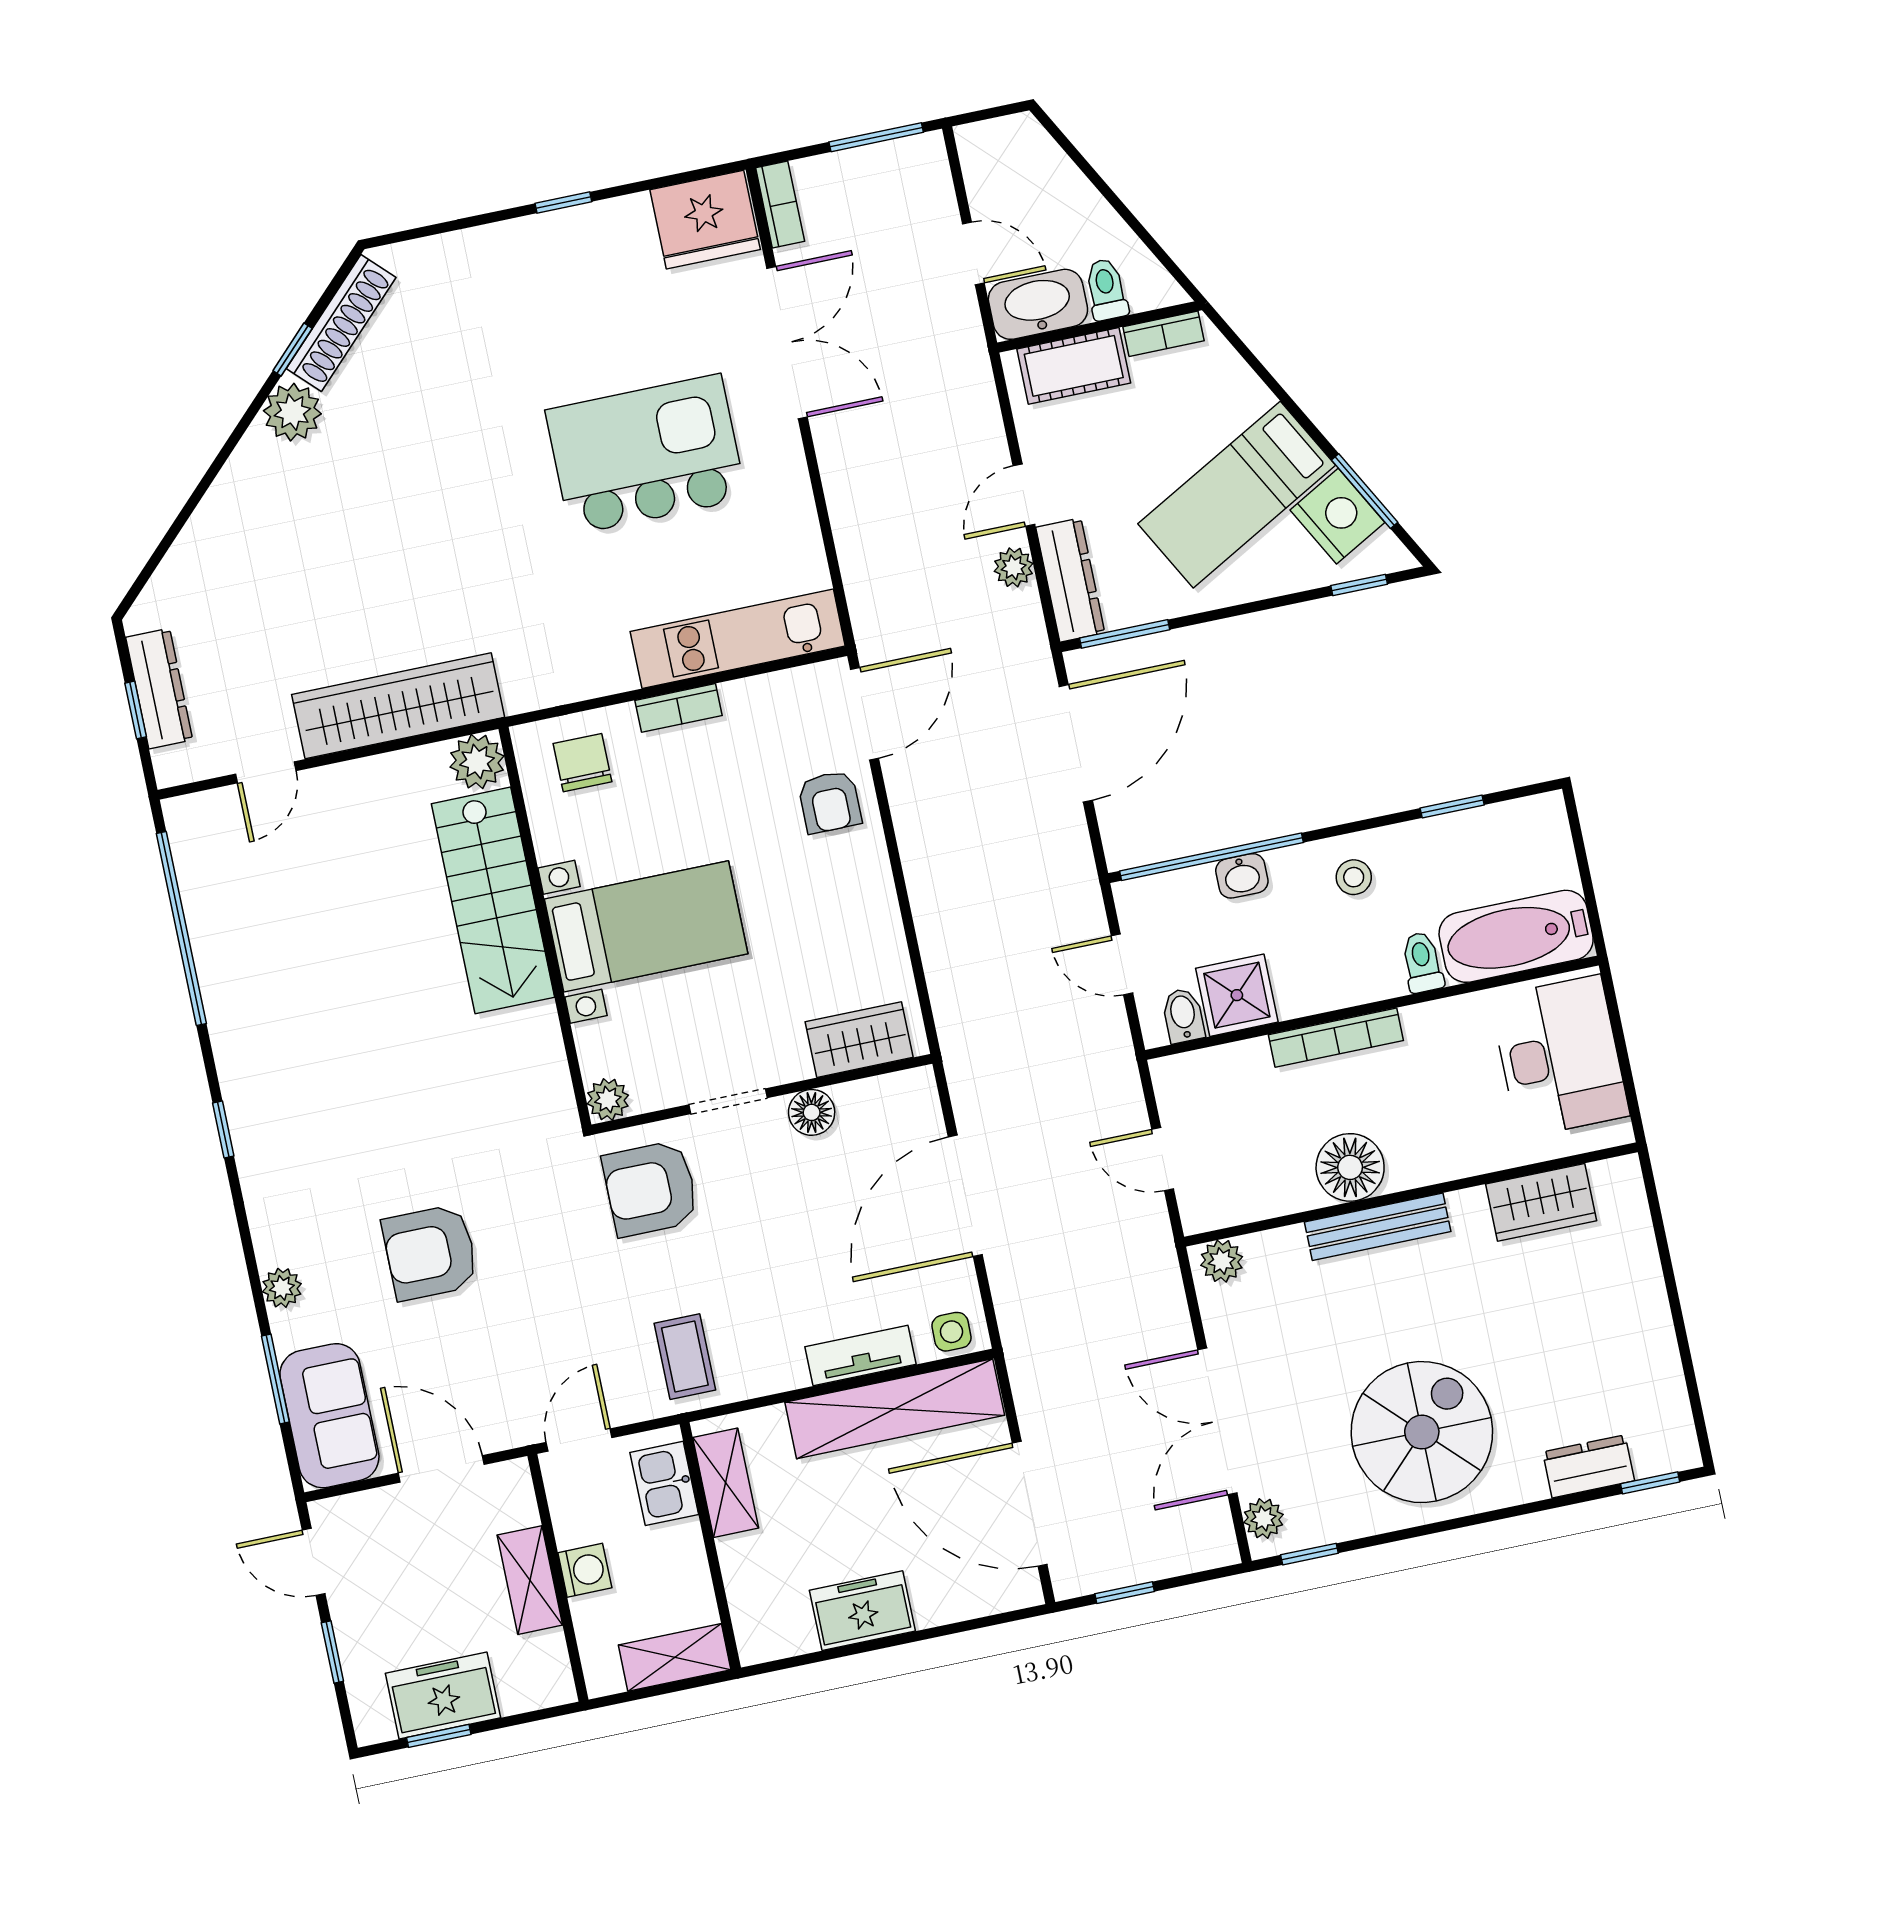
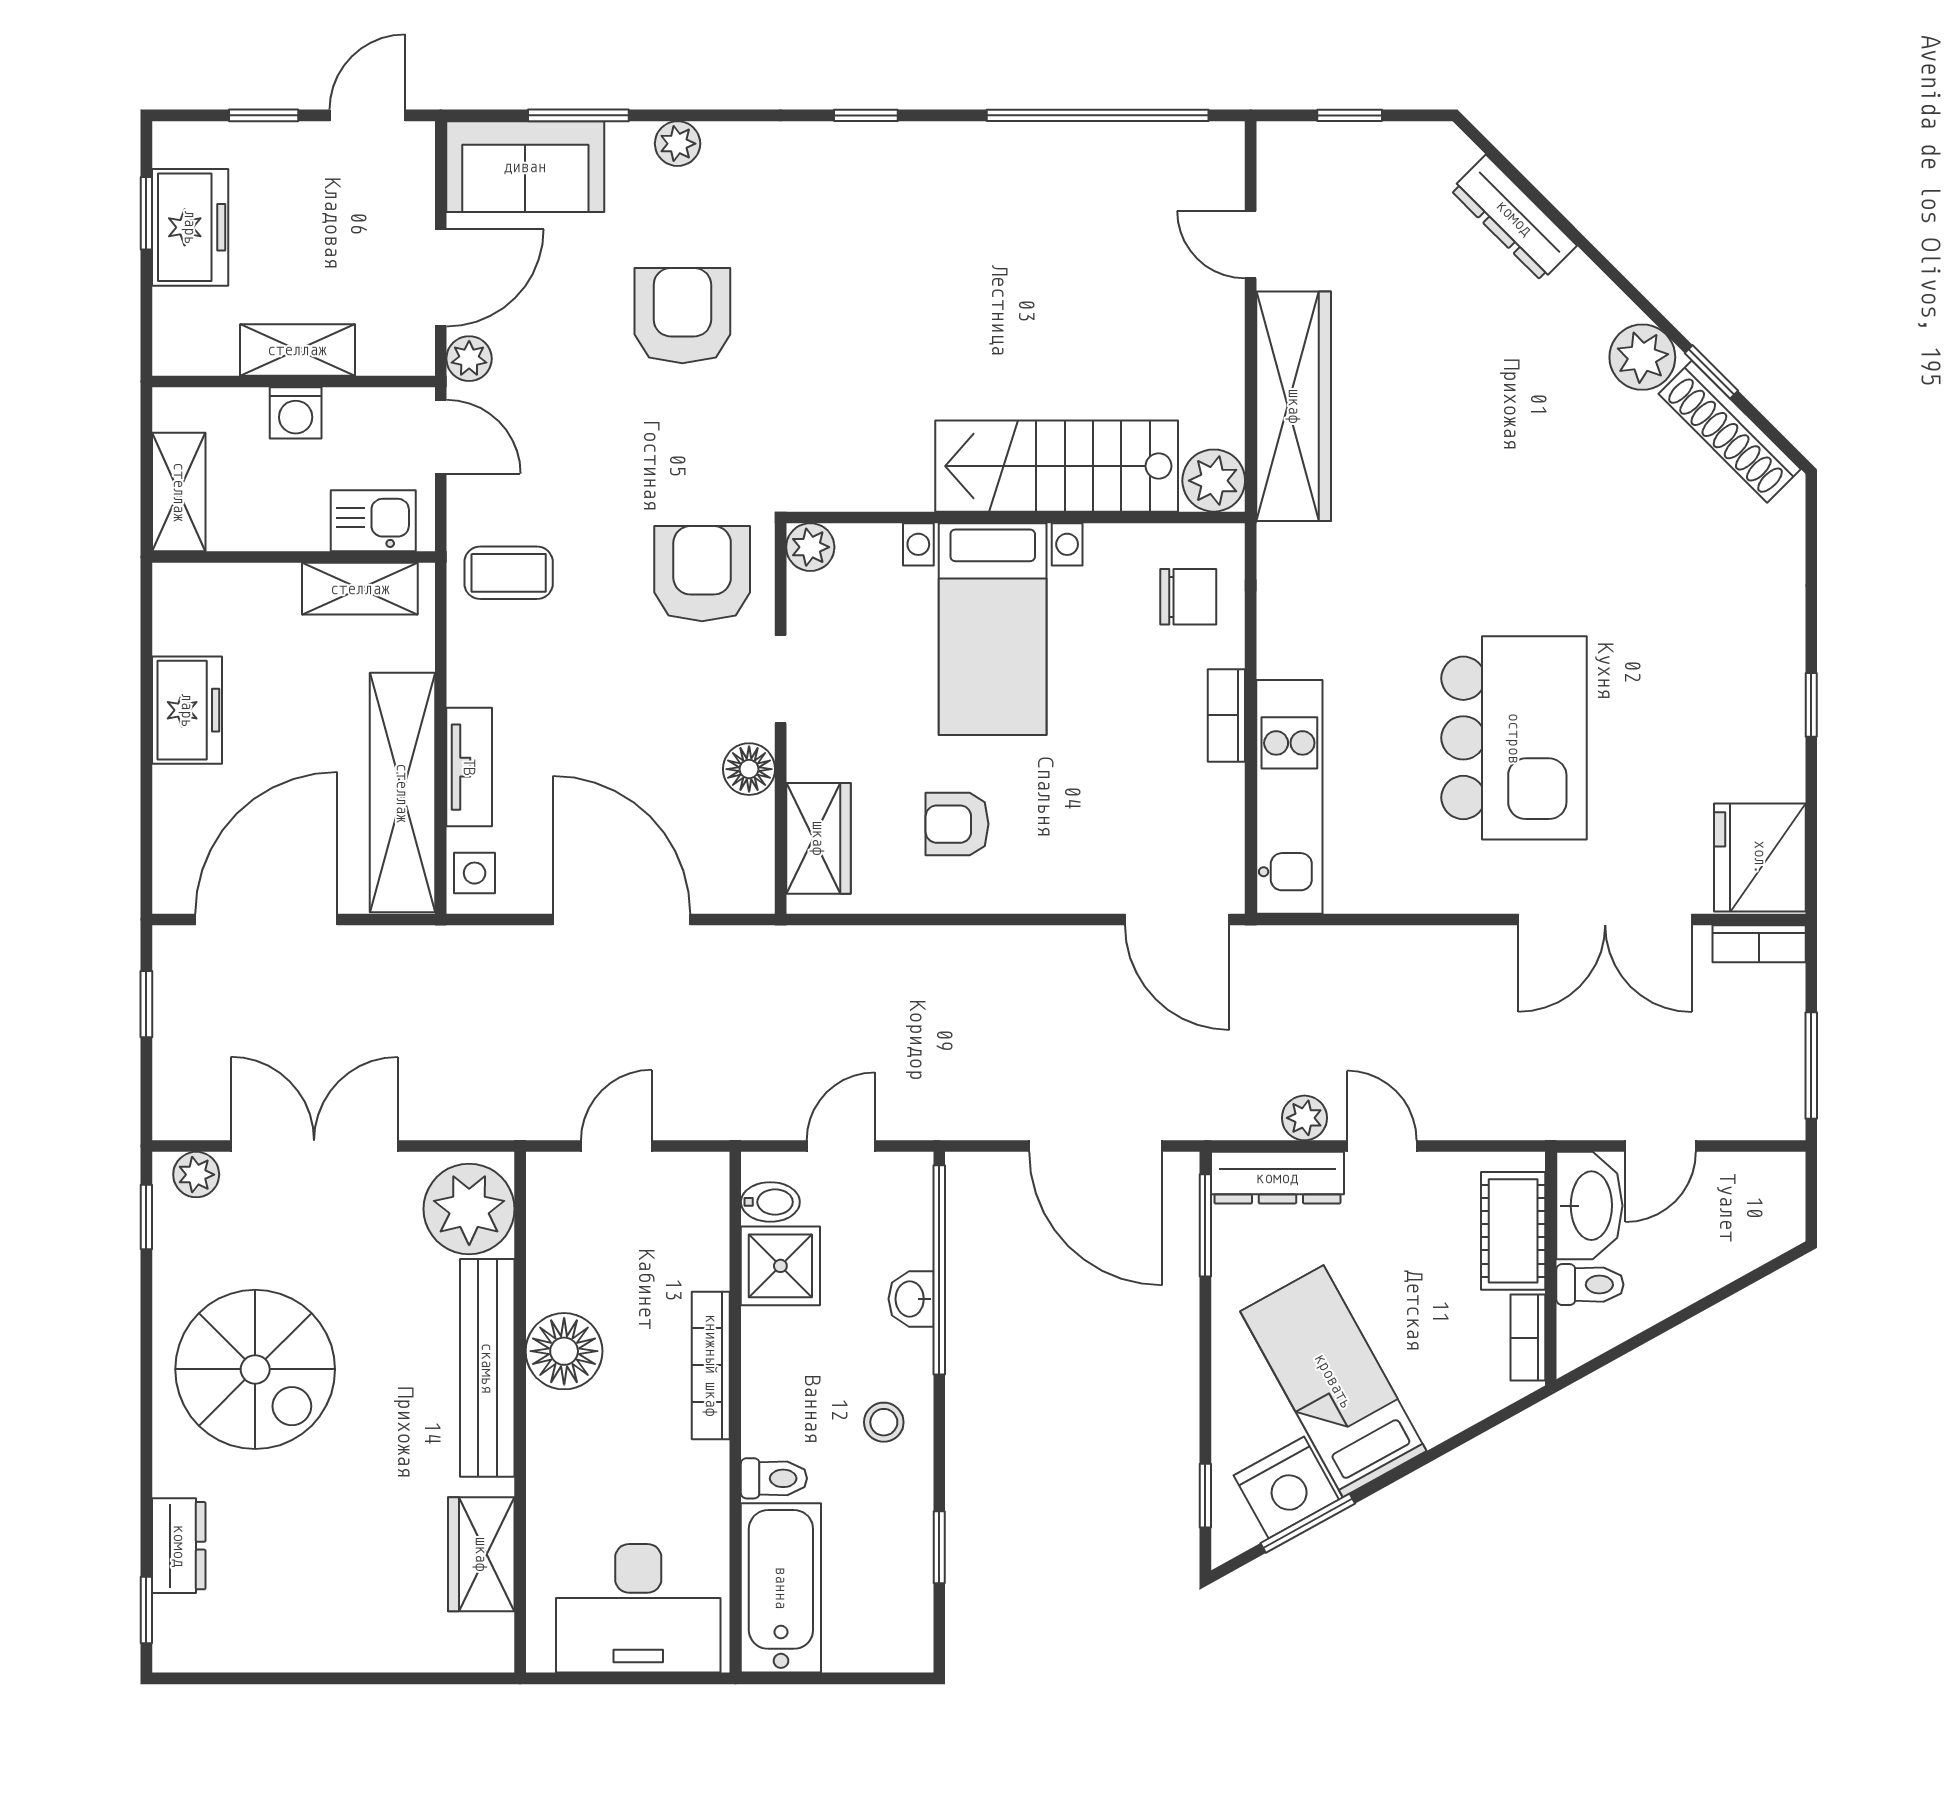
dresser: (159, 689) -> (1514, 218), moved, turned 45
armchair: (830, 802) -> (957, 824), moved
bench: (1378, 1227) -> (487, 1368), width x1.37, depth x1.21
plant: (1222, 1261) -> (469, 1209), width x1.87, depth x1.87
plant: (506, 1430) -> (469, 359), added

